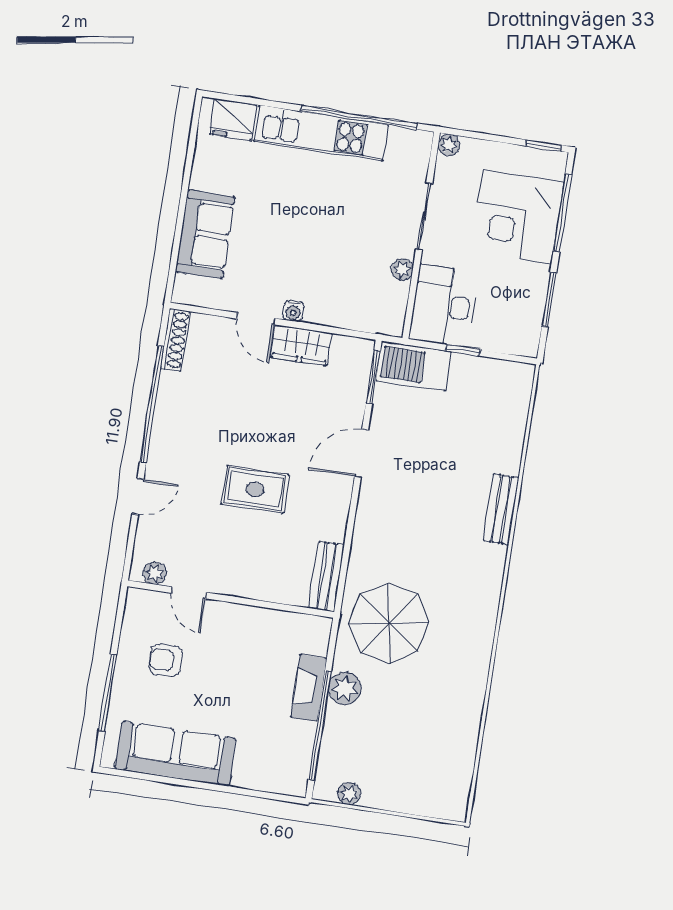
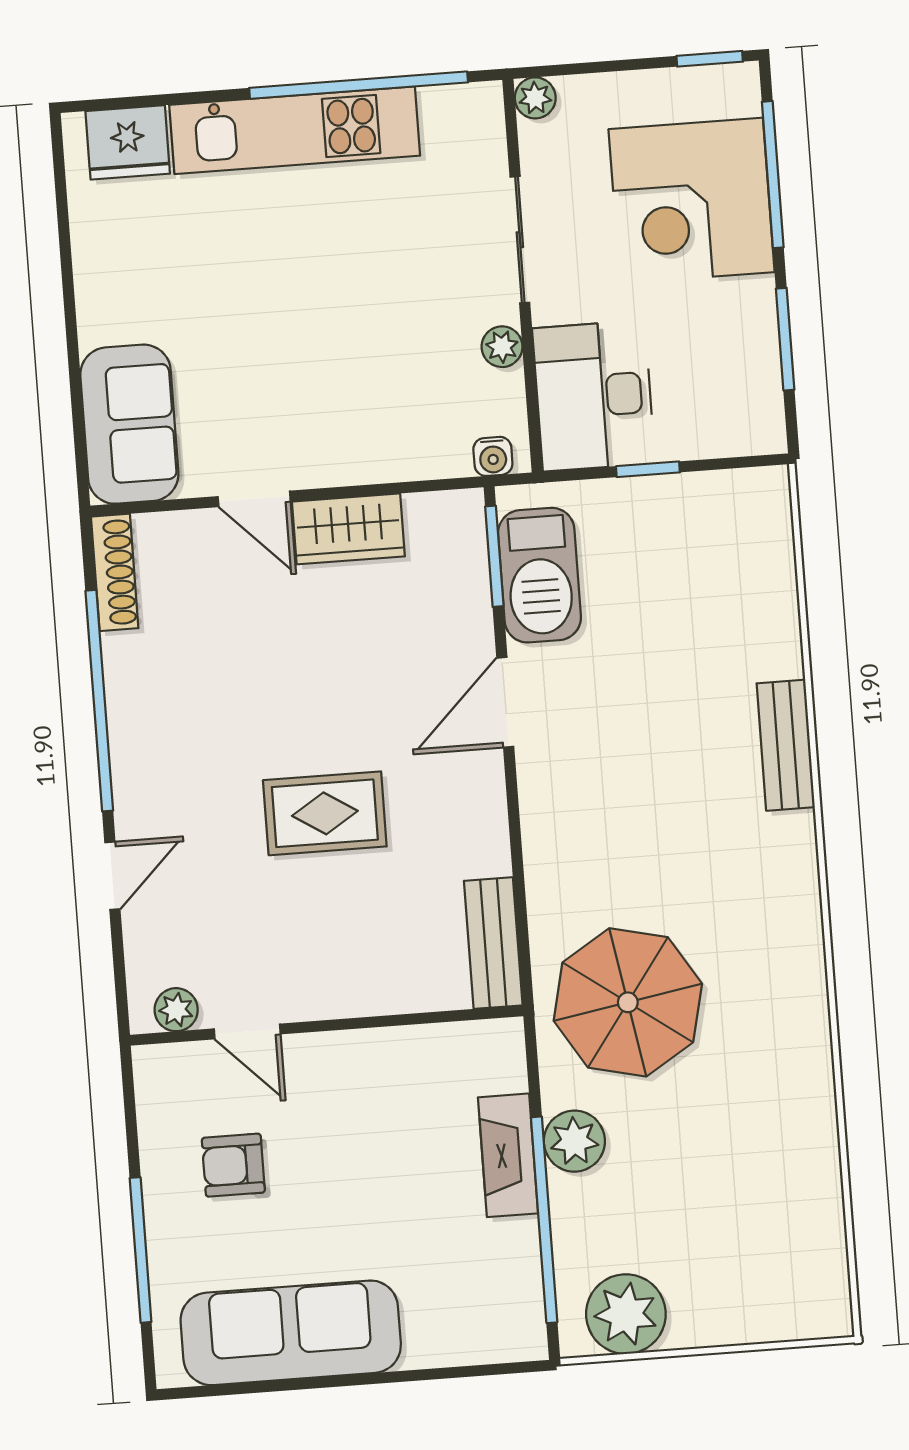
sofa: (205, 234) -> (129, 424), moved
water cooler: (293, 311) -> (493, 456), moved
barbecue: (413, 366) -> (540, 575), moved, turned -90
plant: (349, 794) -> (626, 1314), width x1.87, depth x1.87

